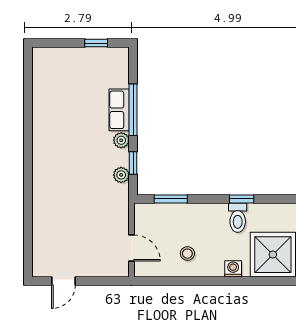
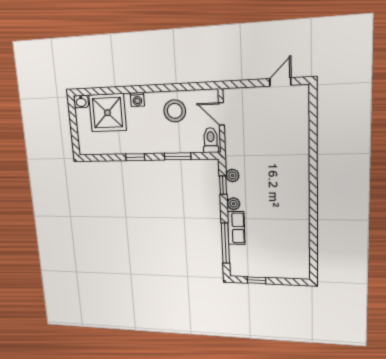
window: (133, 110) -> (225, 243), moved
window: (171, 199) -> (178, 156), moved
toilet: (238, 218) -> (211, 140), moved
stool: (187, 254) -> (175, 111), width x1.89, depth x1.89

